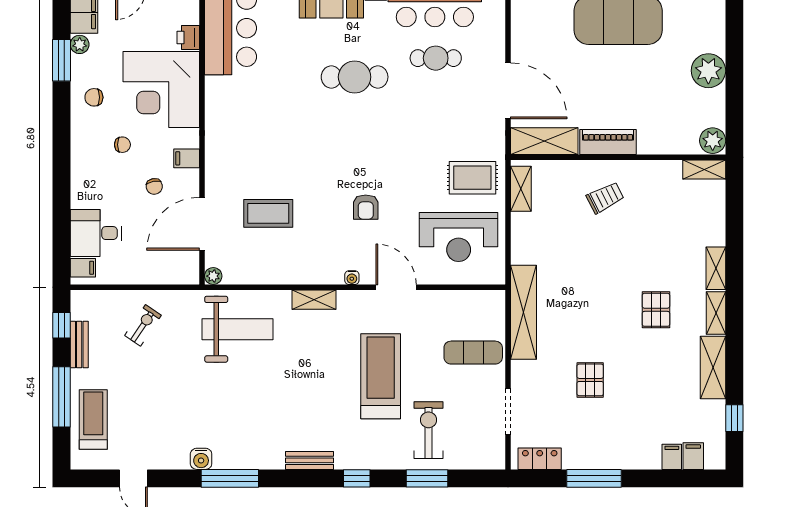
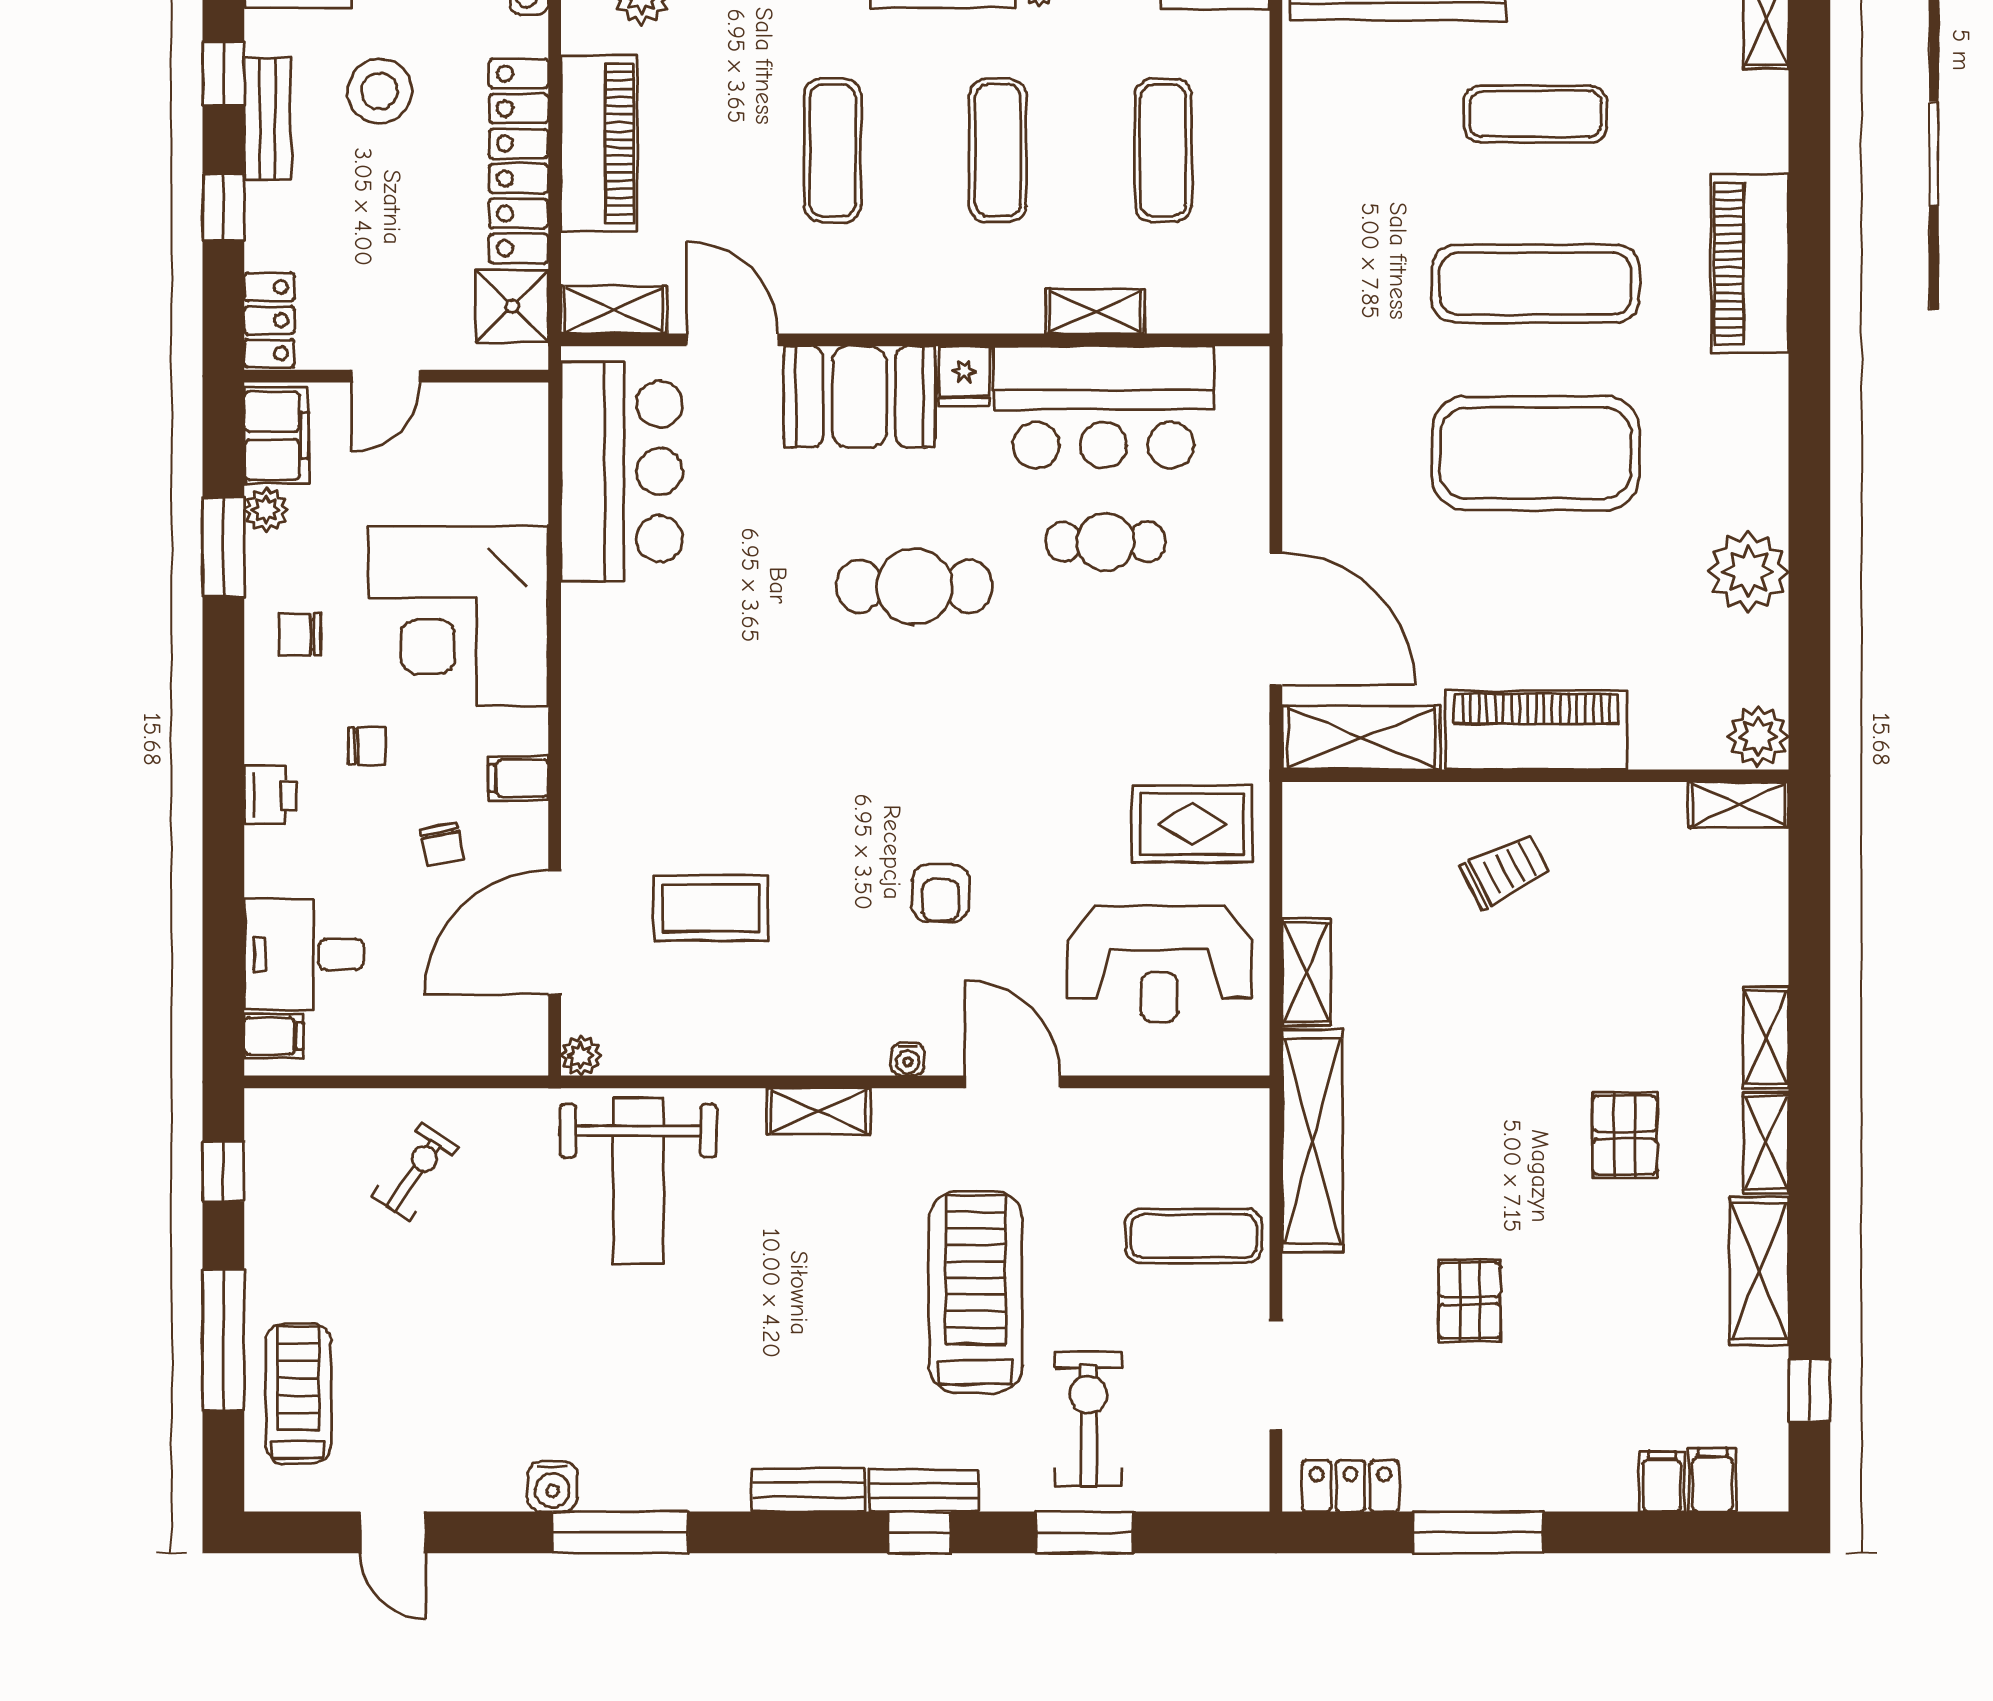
printer: (188, 37) -> (270, 795), moved, turned 180
piano: (608, 142) -> (1536, 730), width x1.37, depth x1.33
shelving: (521, 189) -> (1306, 972), moved
weight bench: (237, 329) -> (638, 1181), turned 90
bench: (79, 345) -> (923, 1491), moved, turned 90

